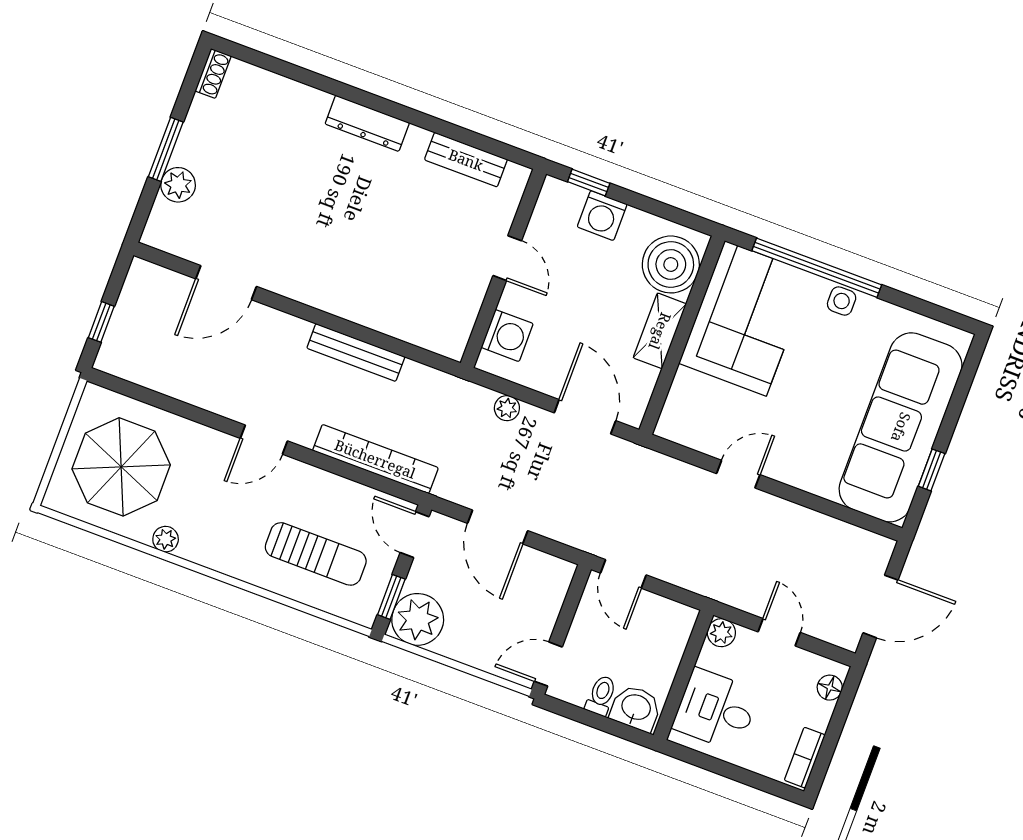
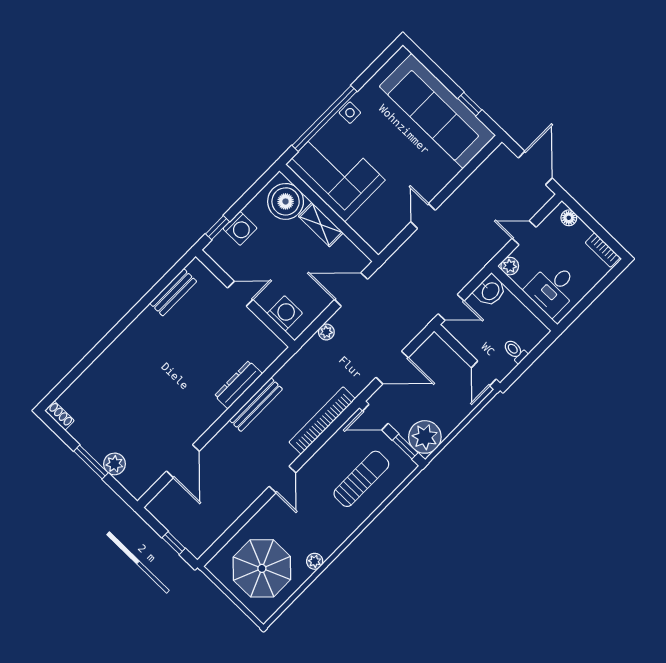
dresser: (367, 123) -> (238, 385), moved, turned 180
washbasin: (636, 708) -> (490, 291), moved, turned 180

